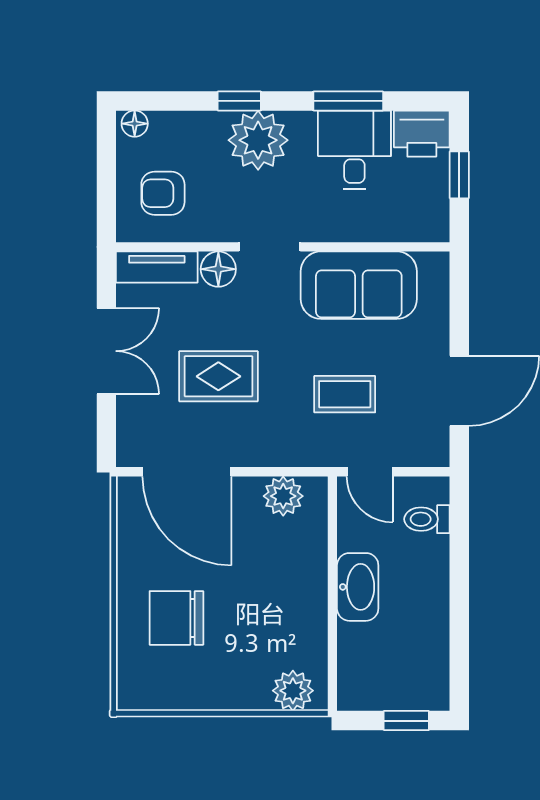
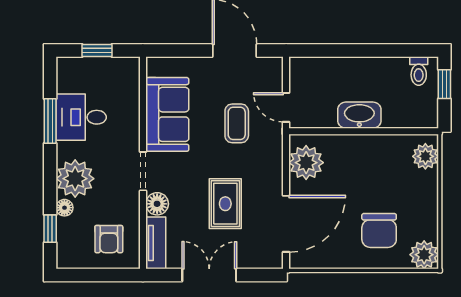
window: (239, 101) -> (50, 229), moved
floor lamp: (135, 124) -> (64, 208), moved
printer: (422, 134) -> (71, 74), removed
door: (370, 472) -> (286, 107), swing flipped
plant: (283, 496) -> (306, 163), width x1.36, depth x1.36
toilet: (427, 519) -> (419, 71), moved
plant: (138, 689) -> (424, 255), added

